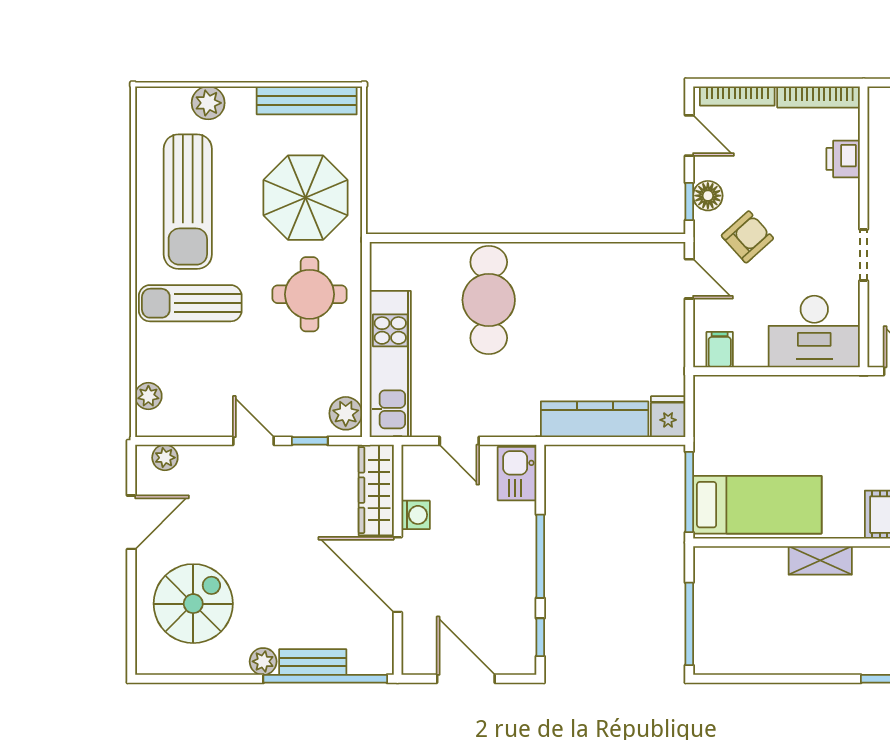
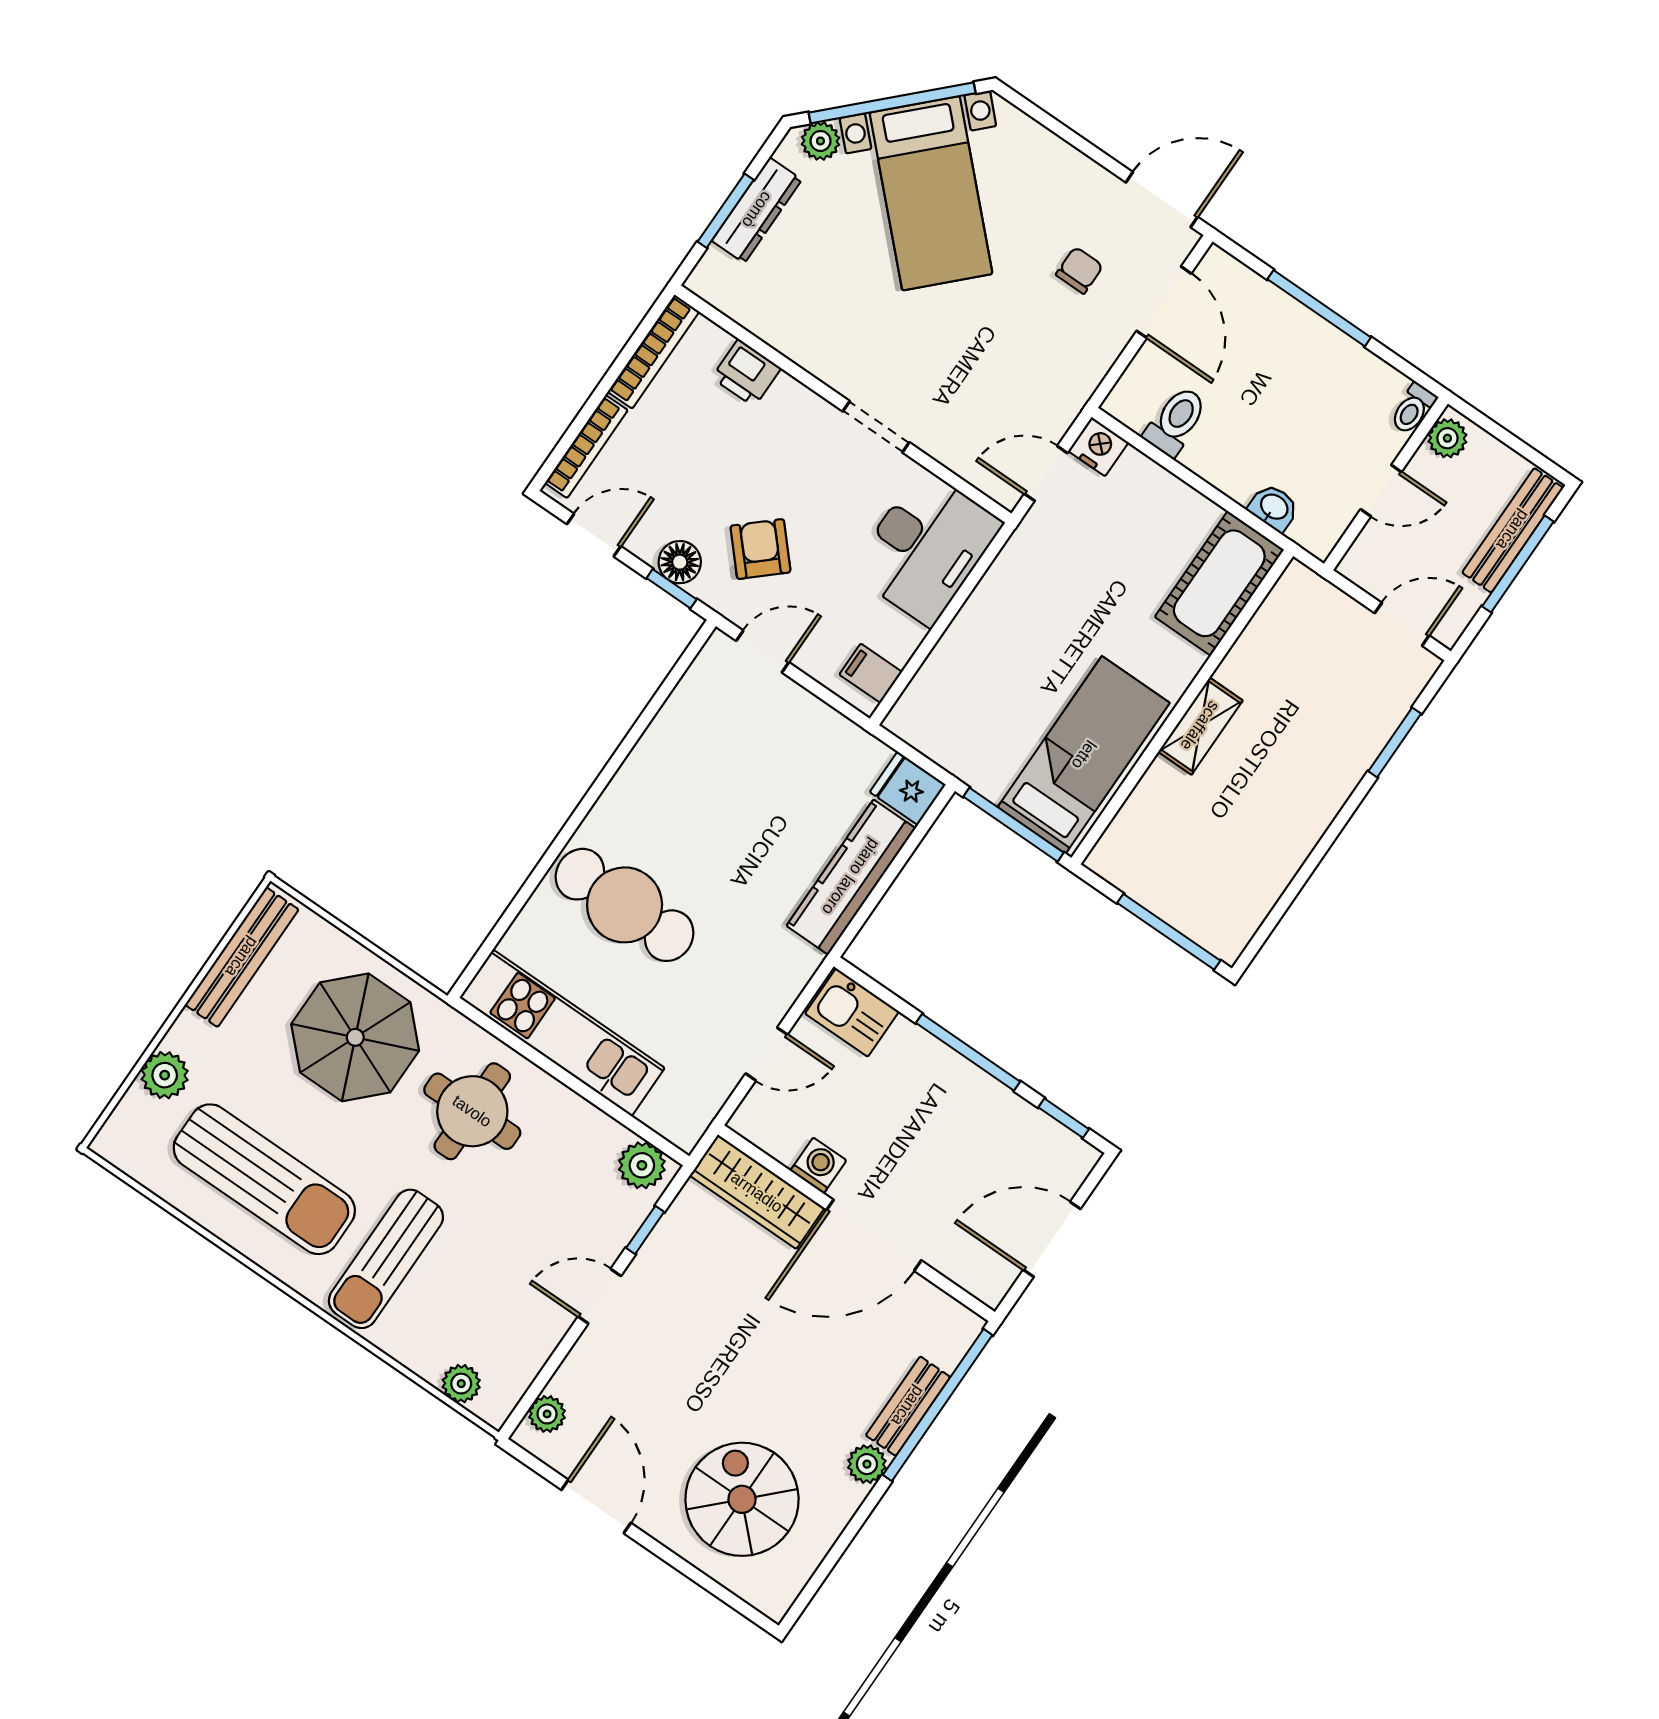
kitchen unit: (390, 364) -> (562, 1033), moved

